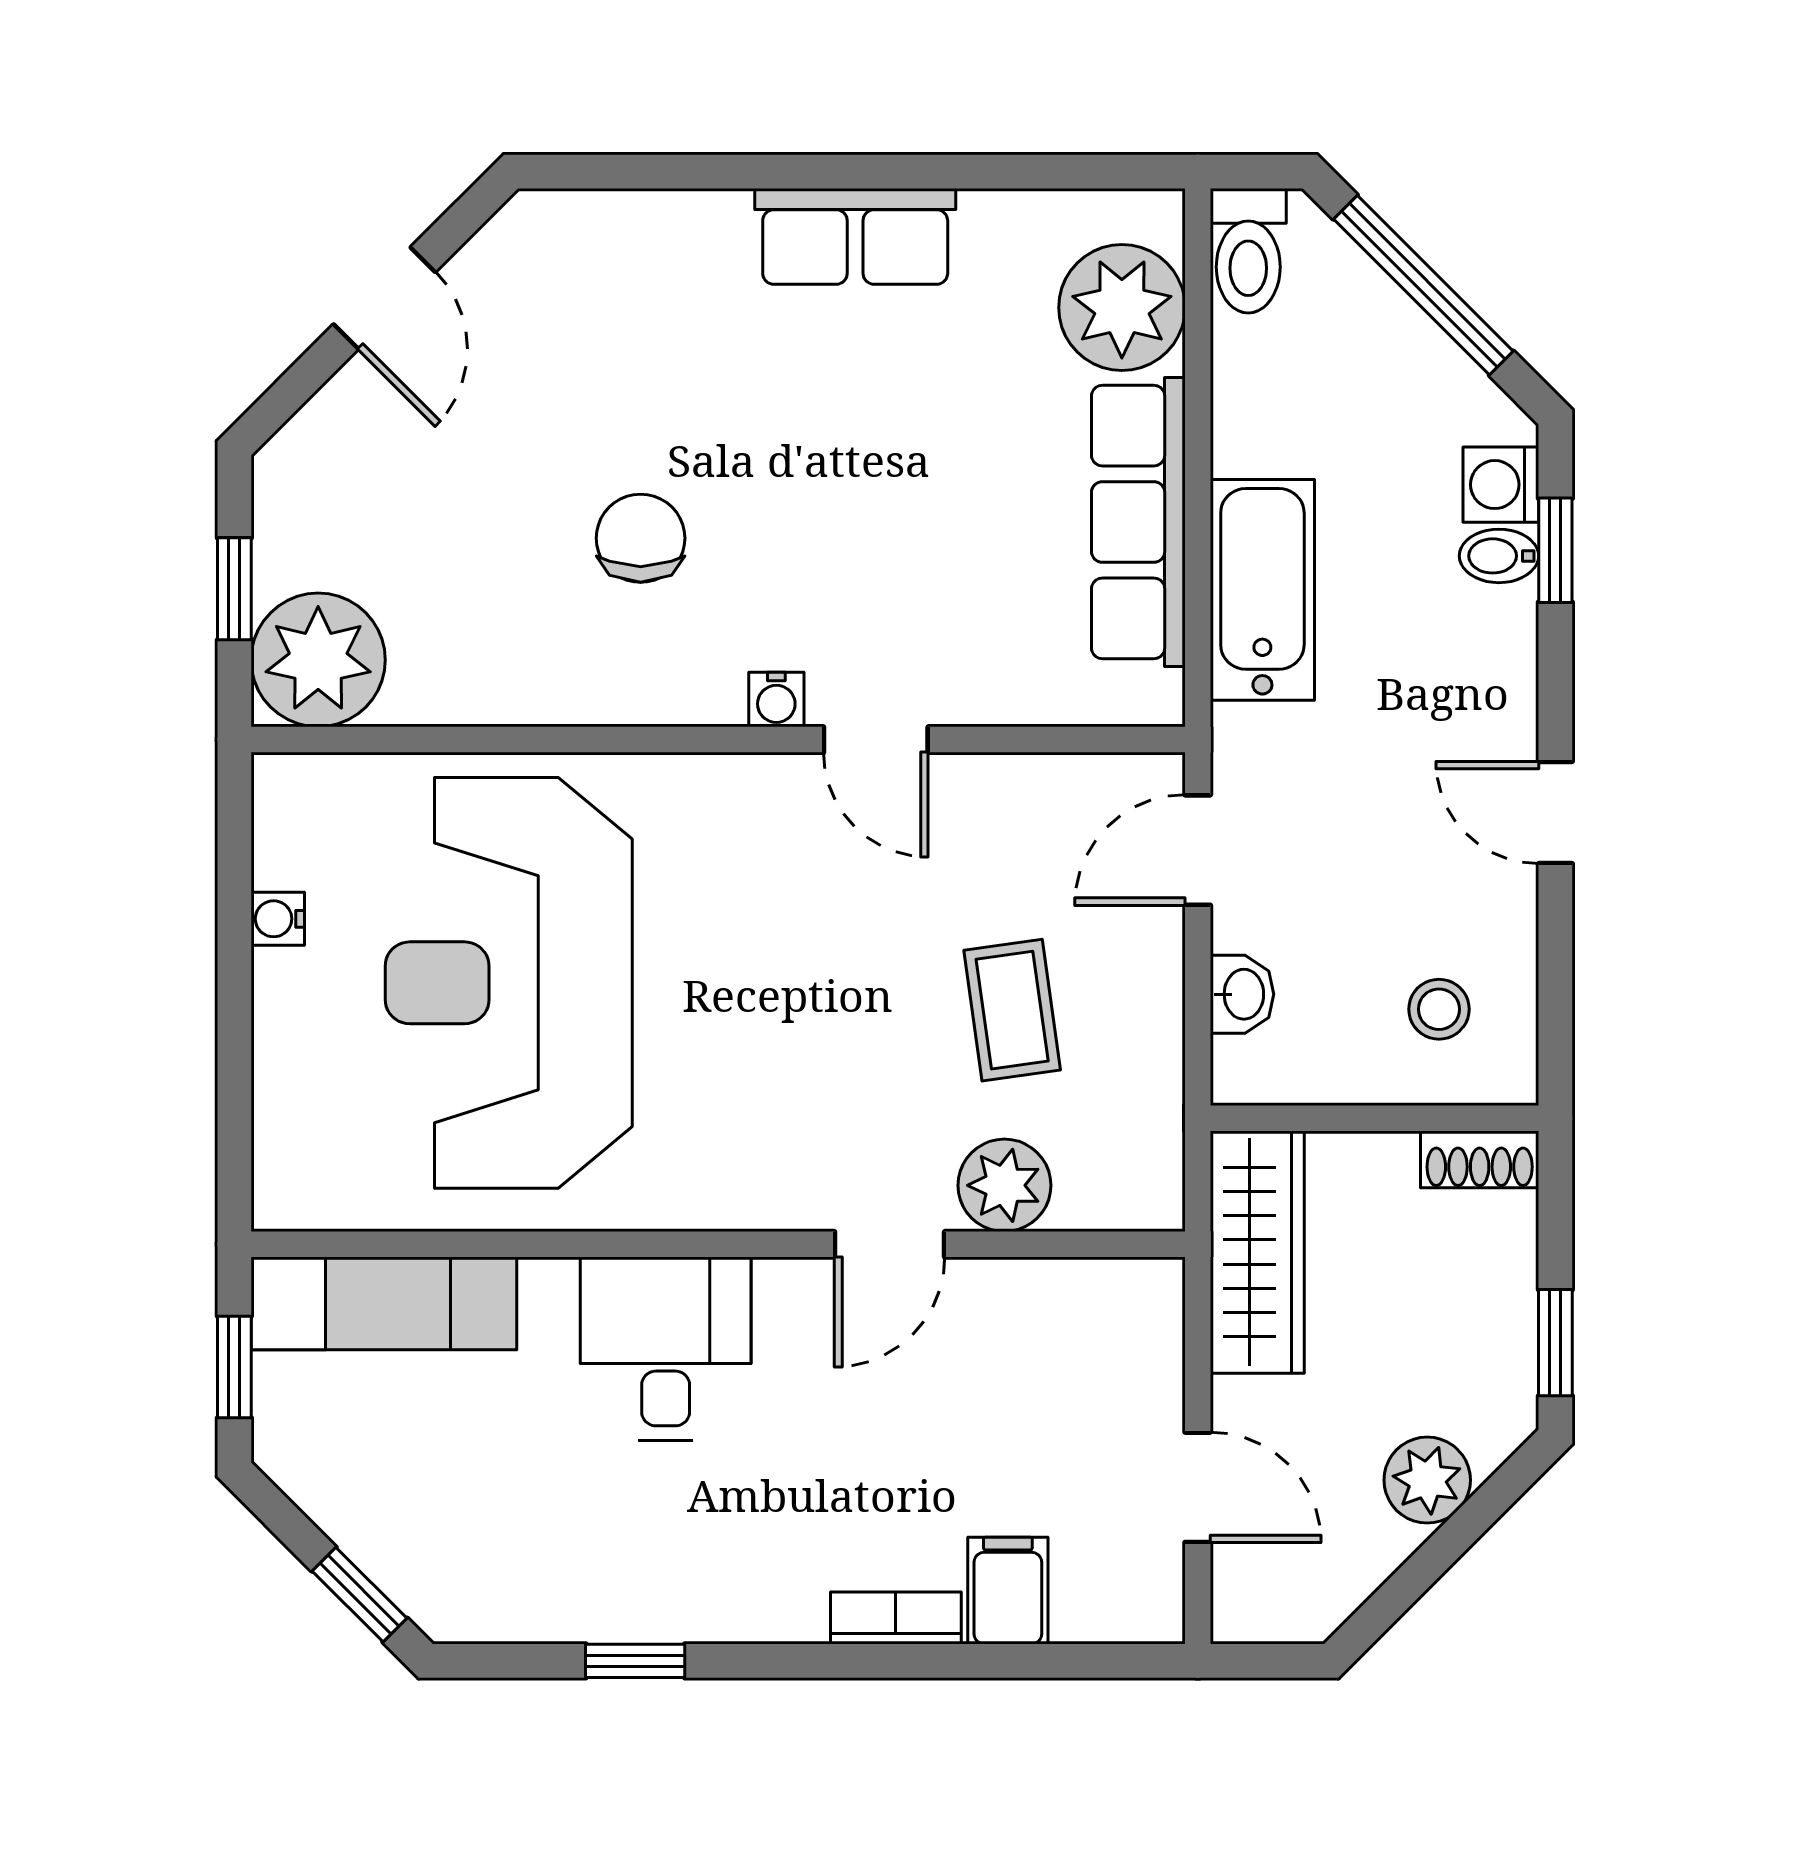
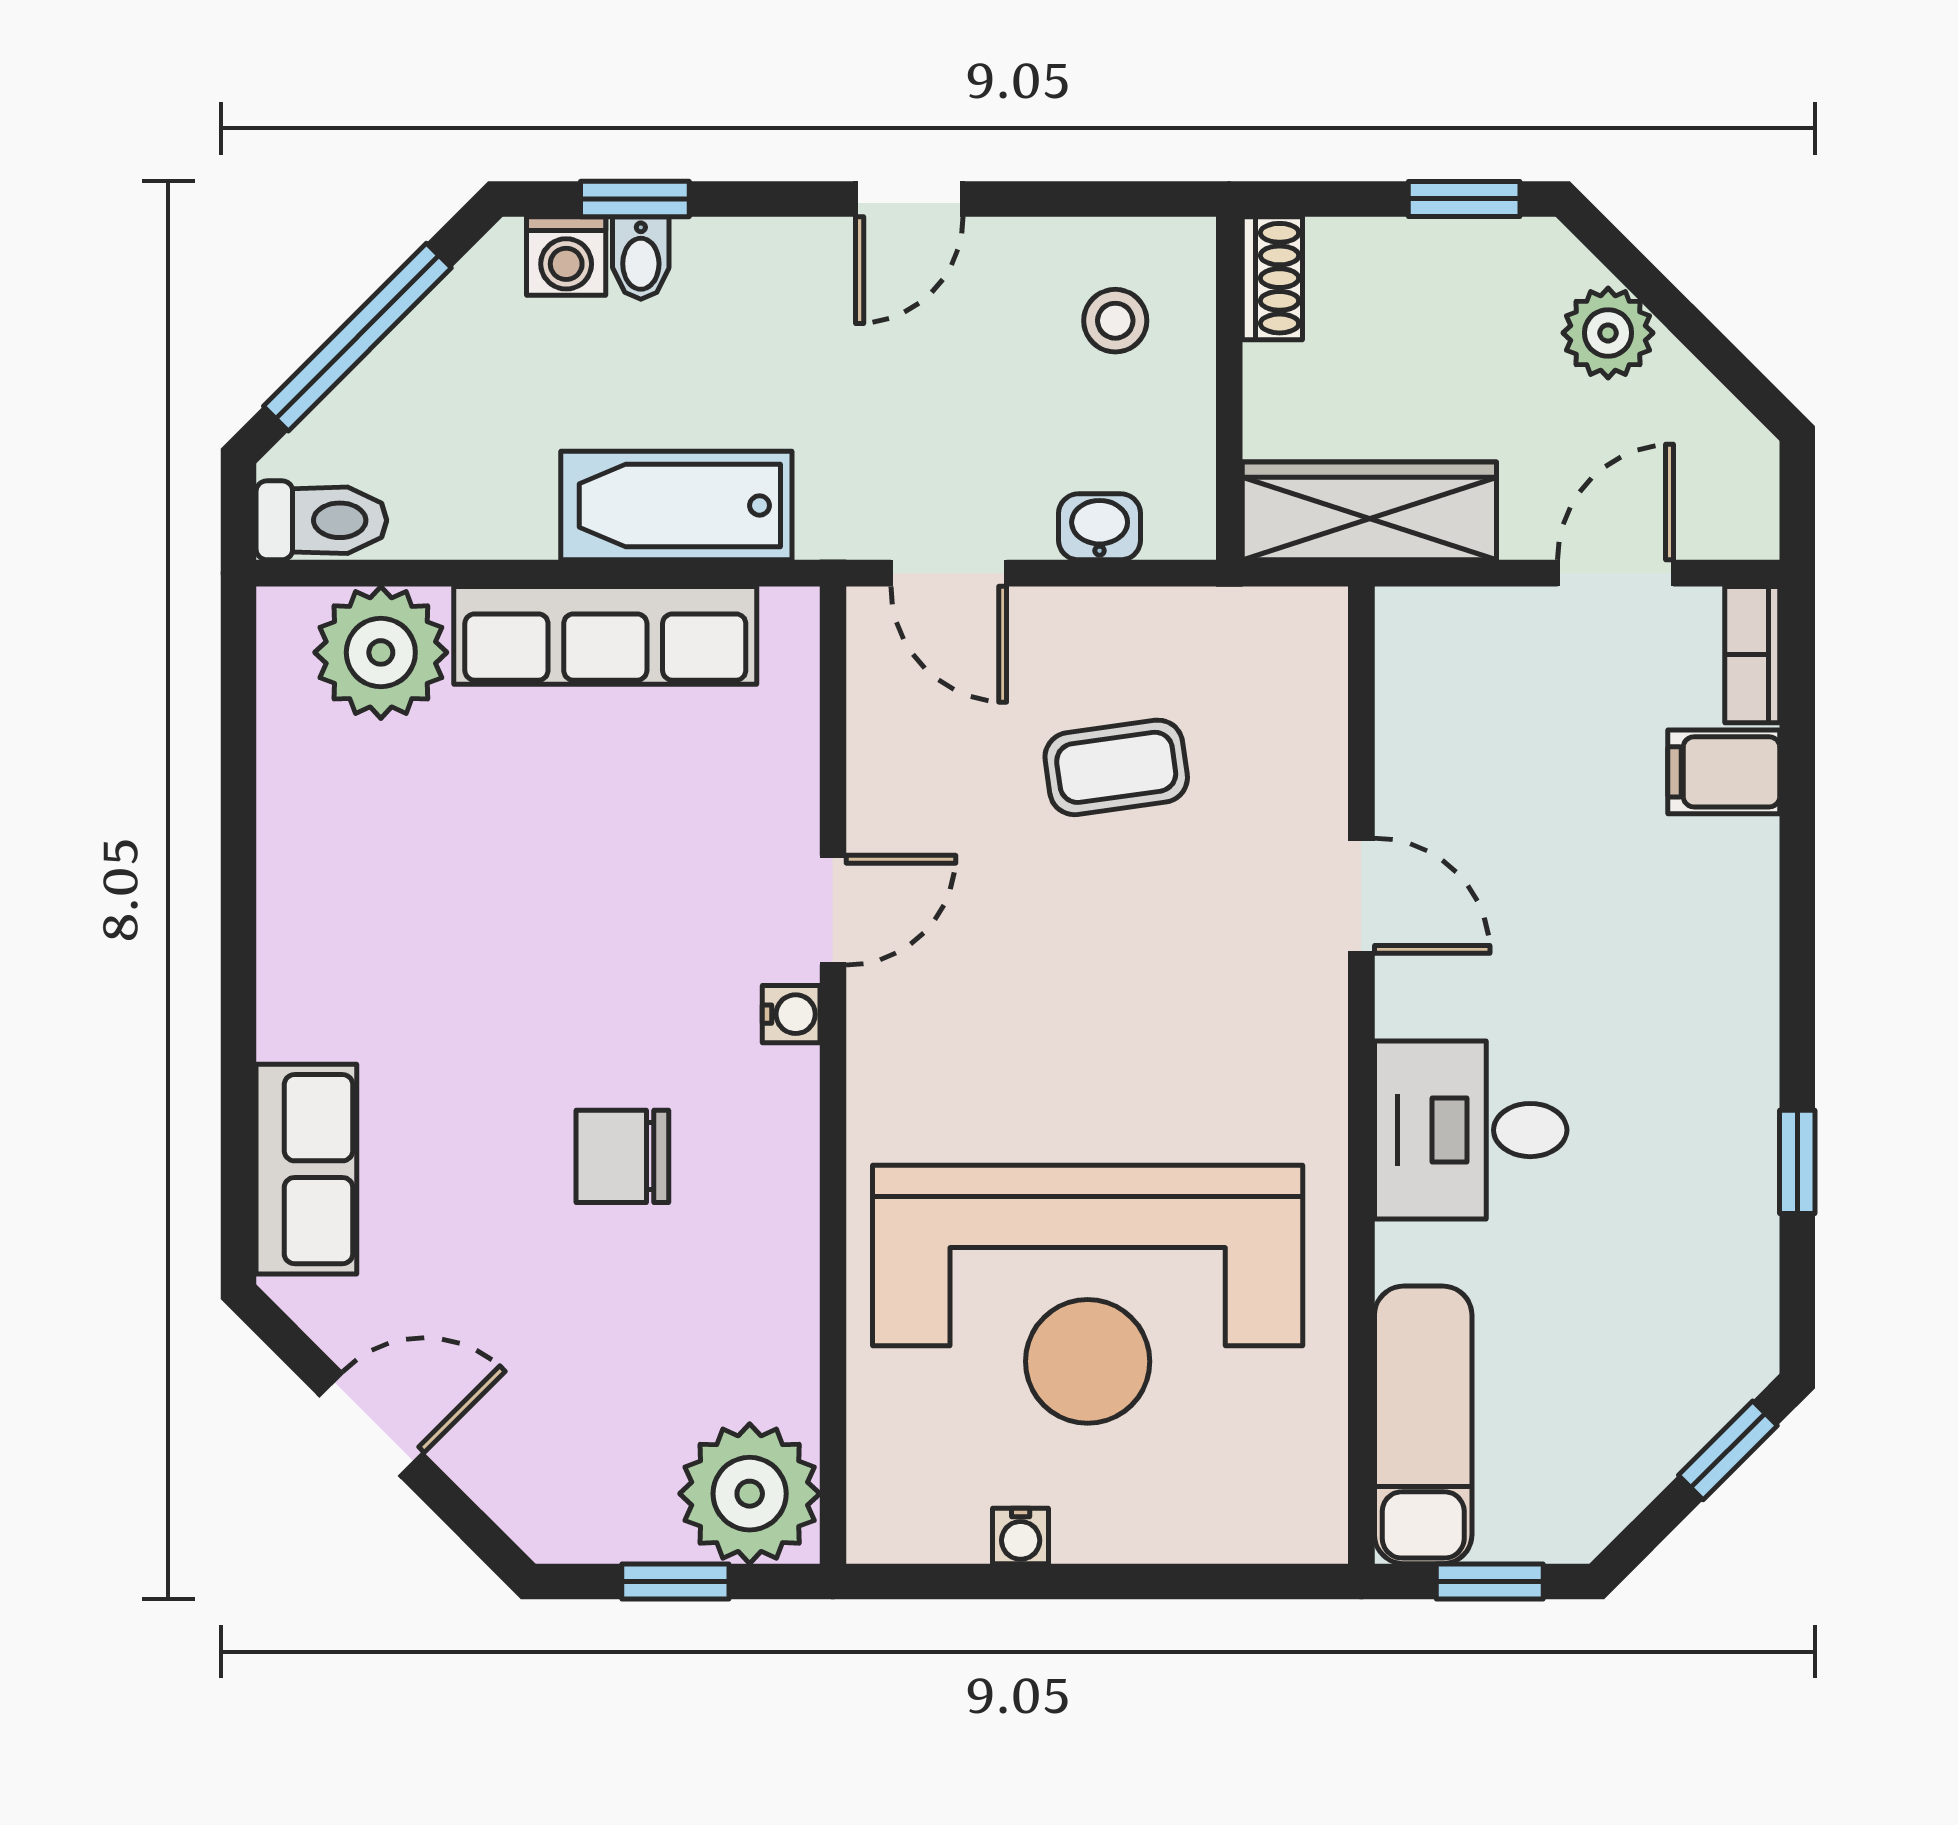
row of seats: (855, 236) -> (306, 1169), moved
plant: (1004, 1185) -> (1300, 775), removed
bookcase: (896, 1618) -> (1752, 655), moved

